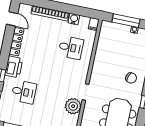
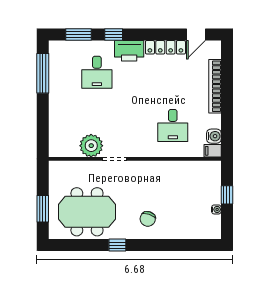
water cooler: (74, 19) -> (214, 136), moved
window: (126, 21) -> (227, 195), width x0.46

